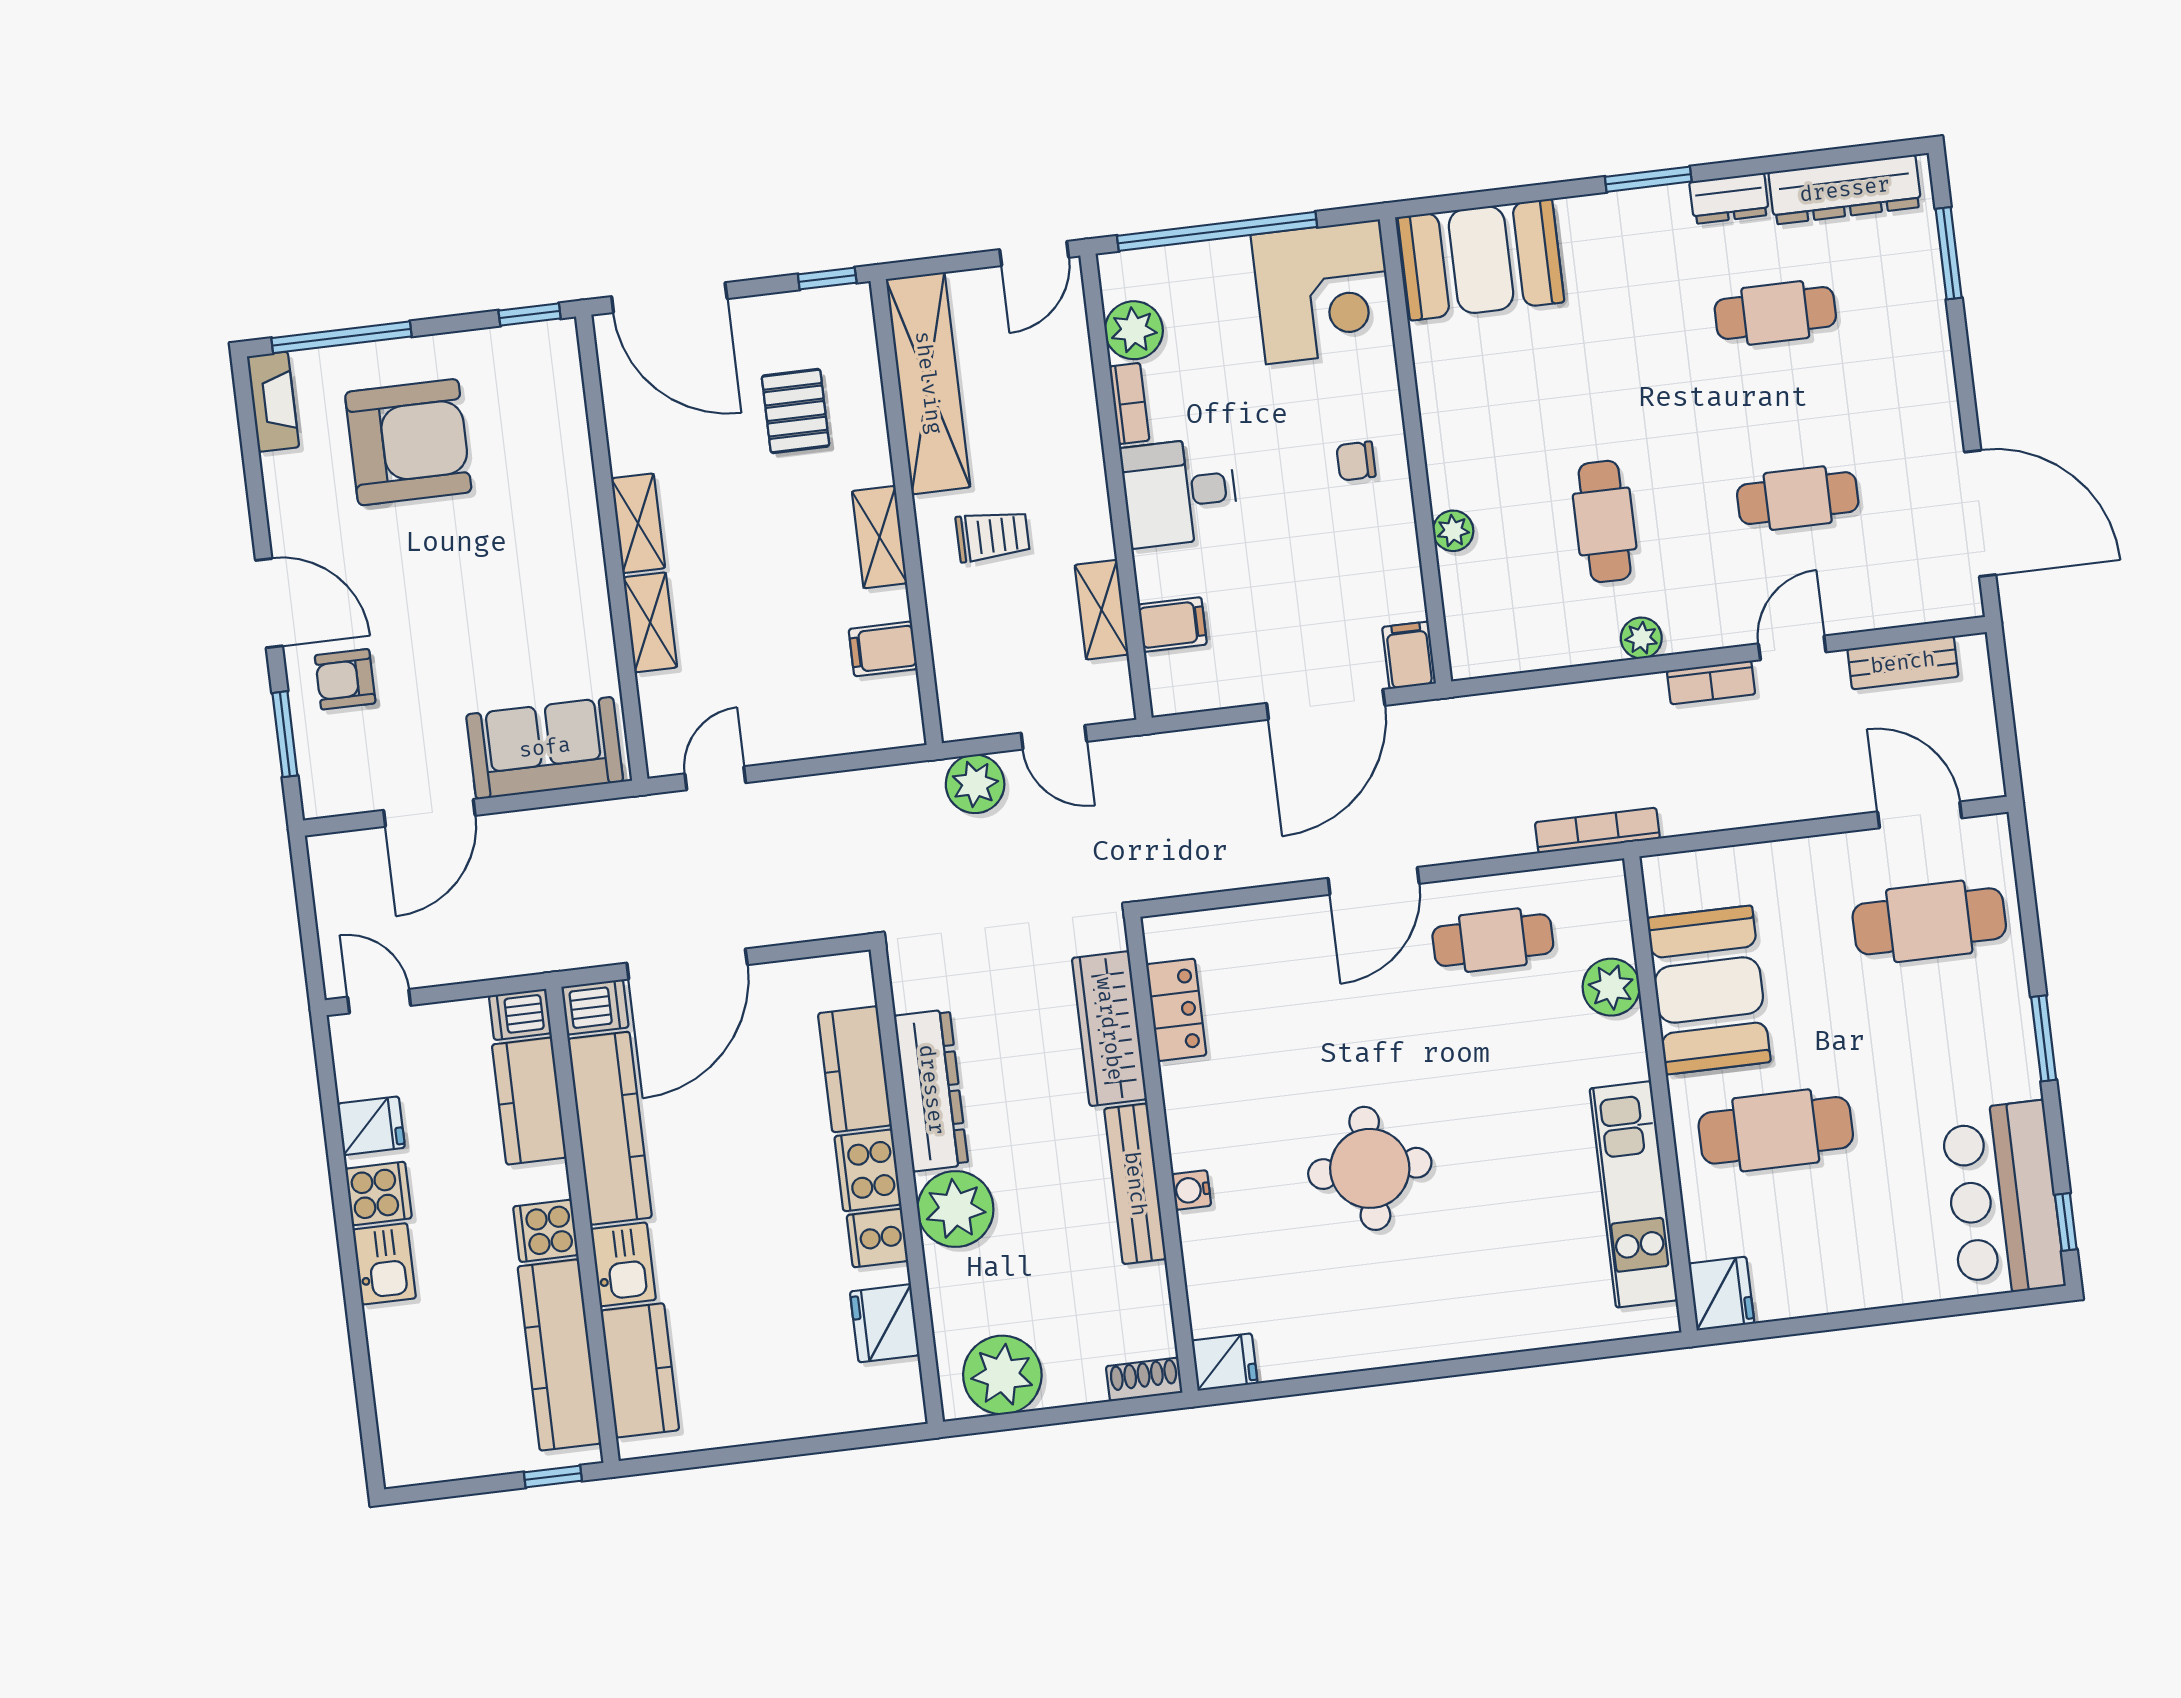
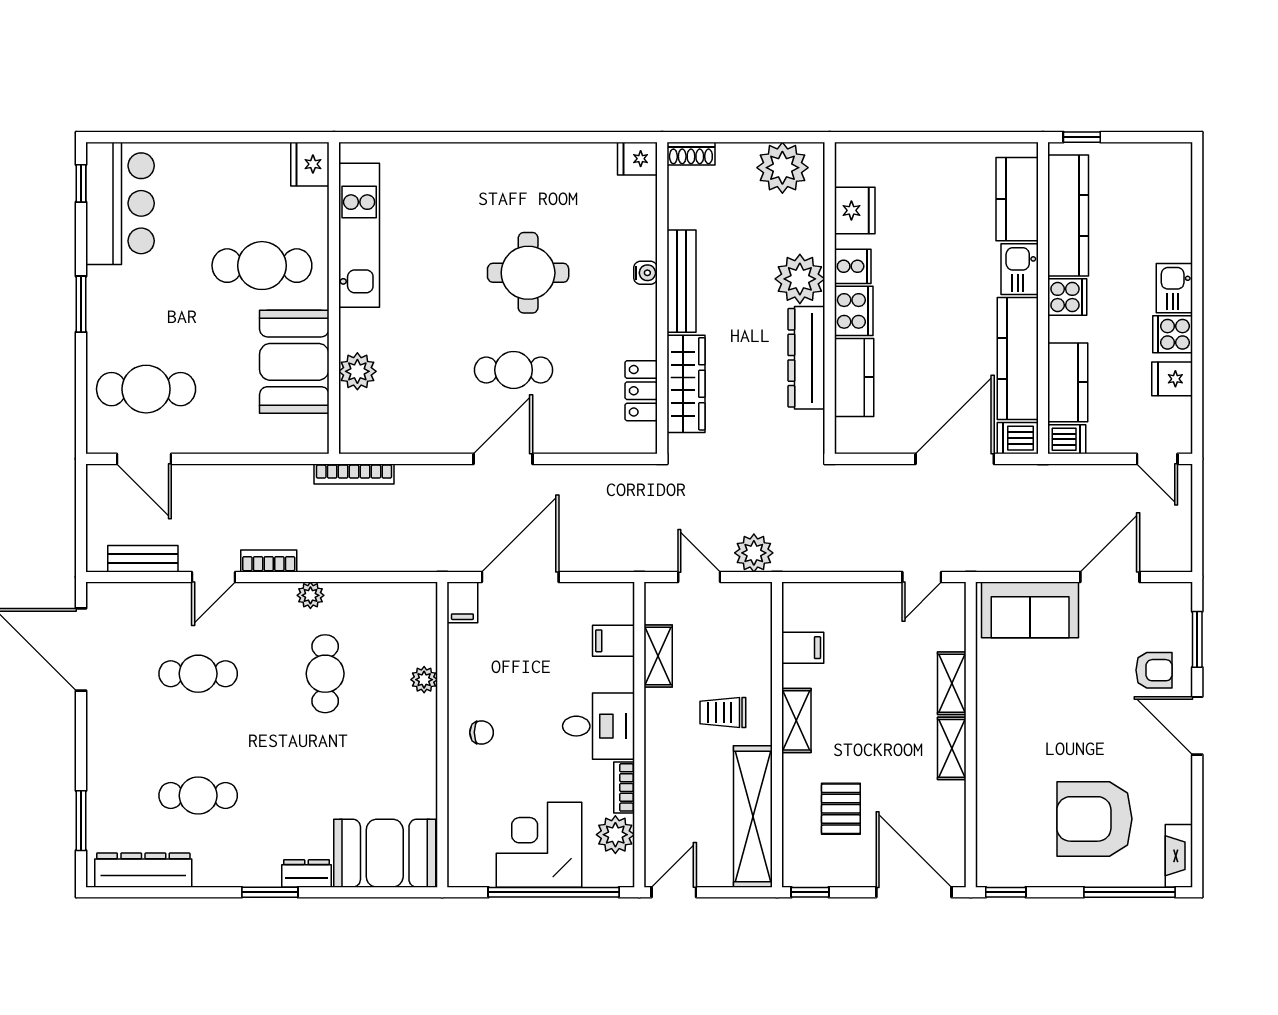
dresser: (1729, 198) -> (307, 873), moved
corner desk: (1323, 292) -> (539, 845), moved
cafe table: (1493, 940) -> (514, 370), moved

